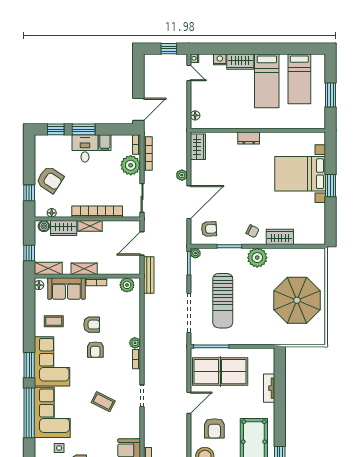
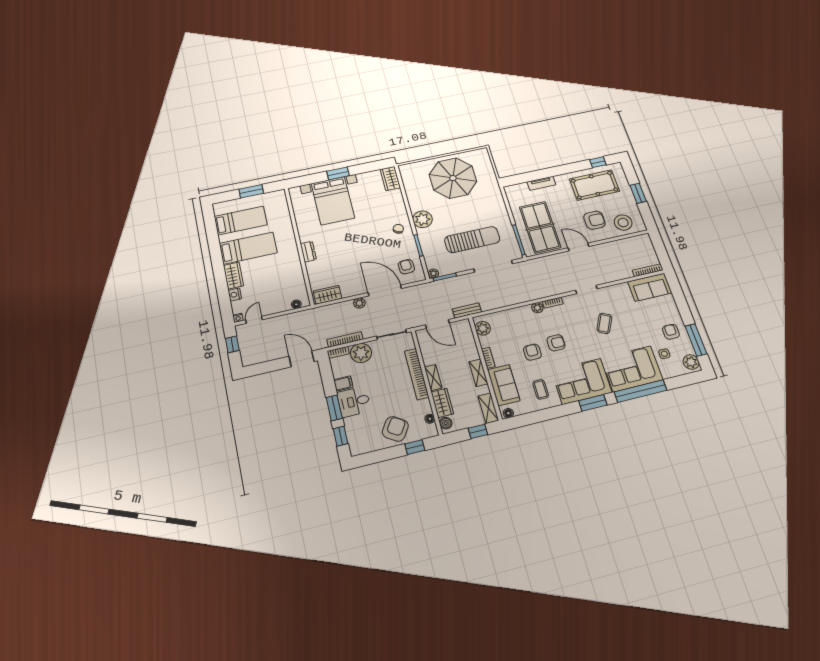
wardrobe: (280, 237) -> (390, 178), moved
bench: (149, 275) -> (467, 311), width x0.73

